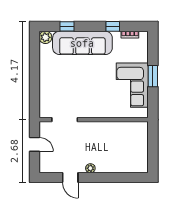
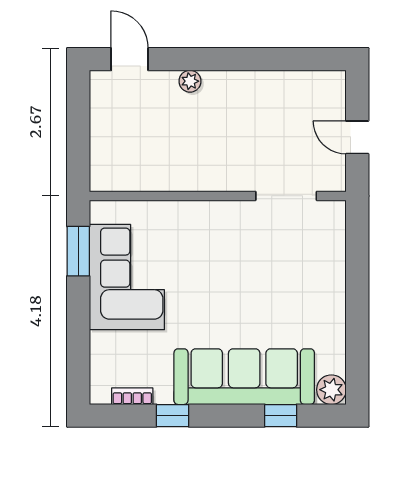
window: (153, 76) -> (78, 251), moved
plant: (90, 168) -> (190, 81), moved
door: (70, 178) -> (130, 59), moved

